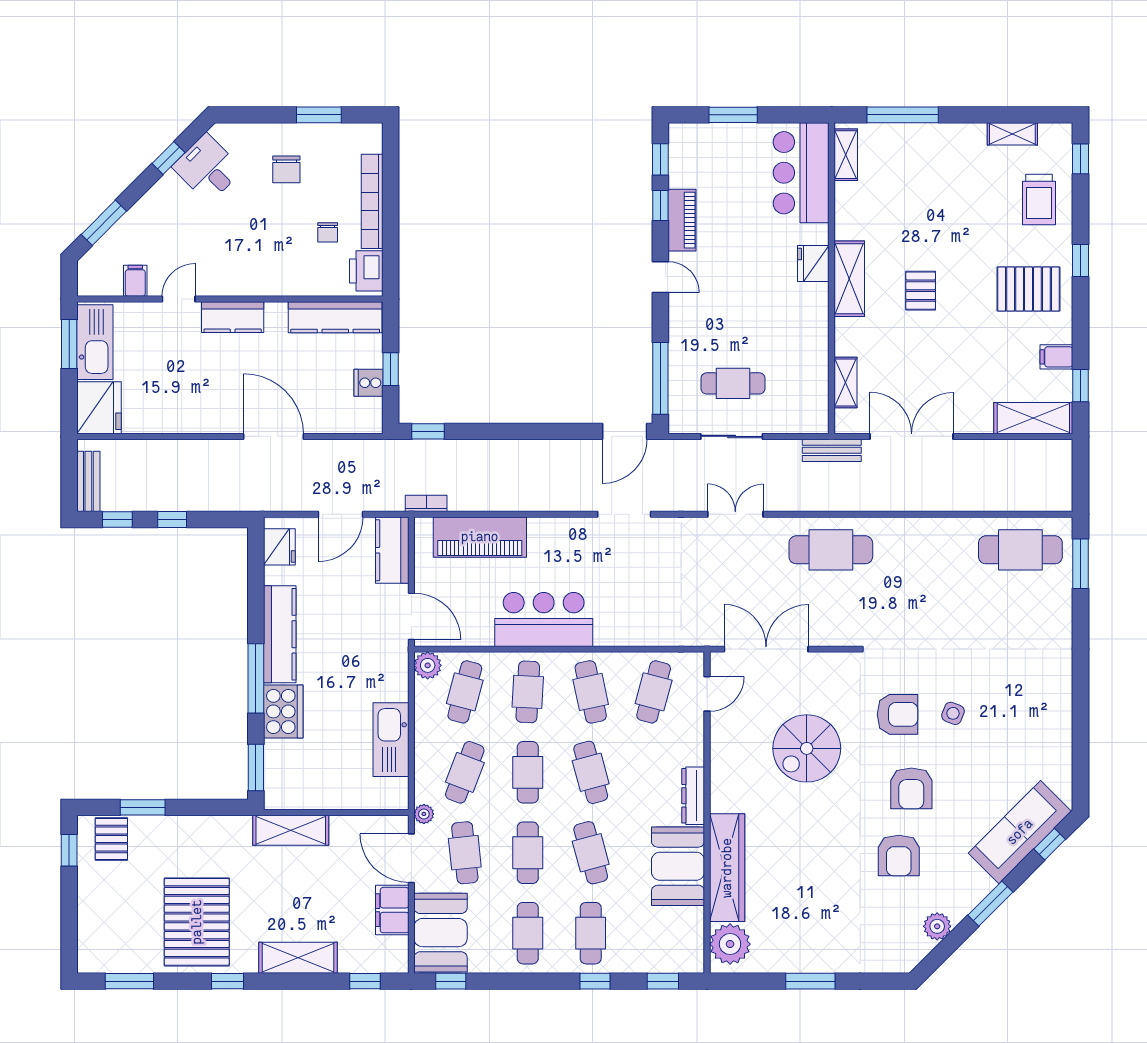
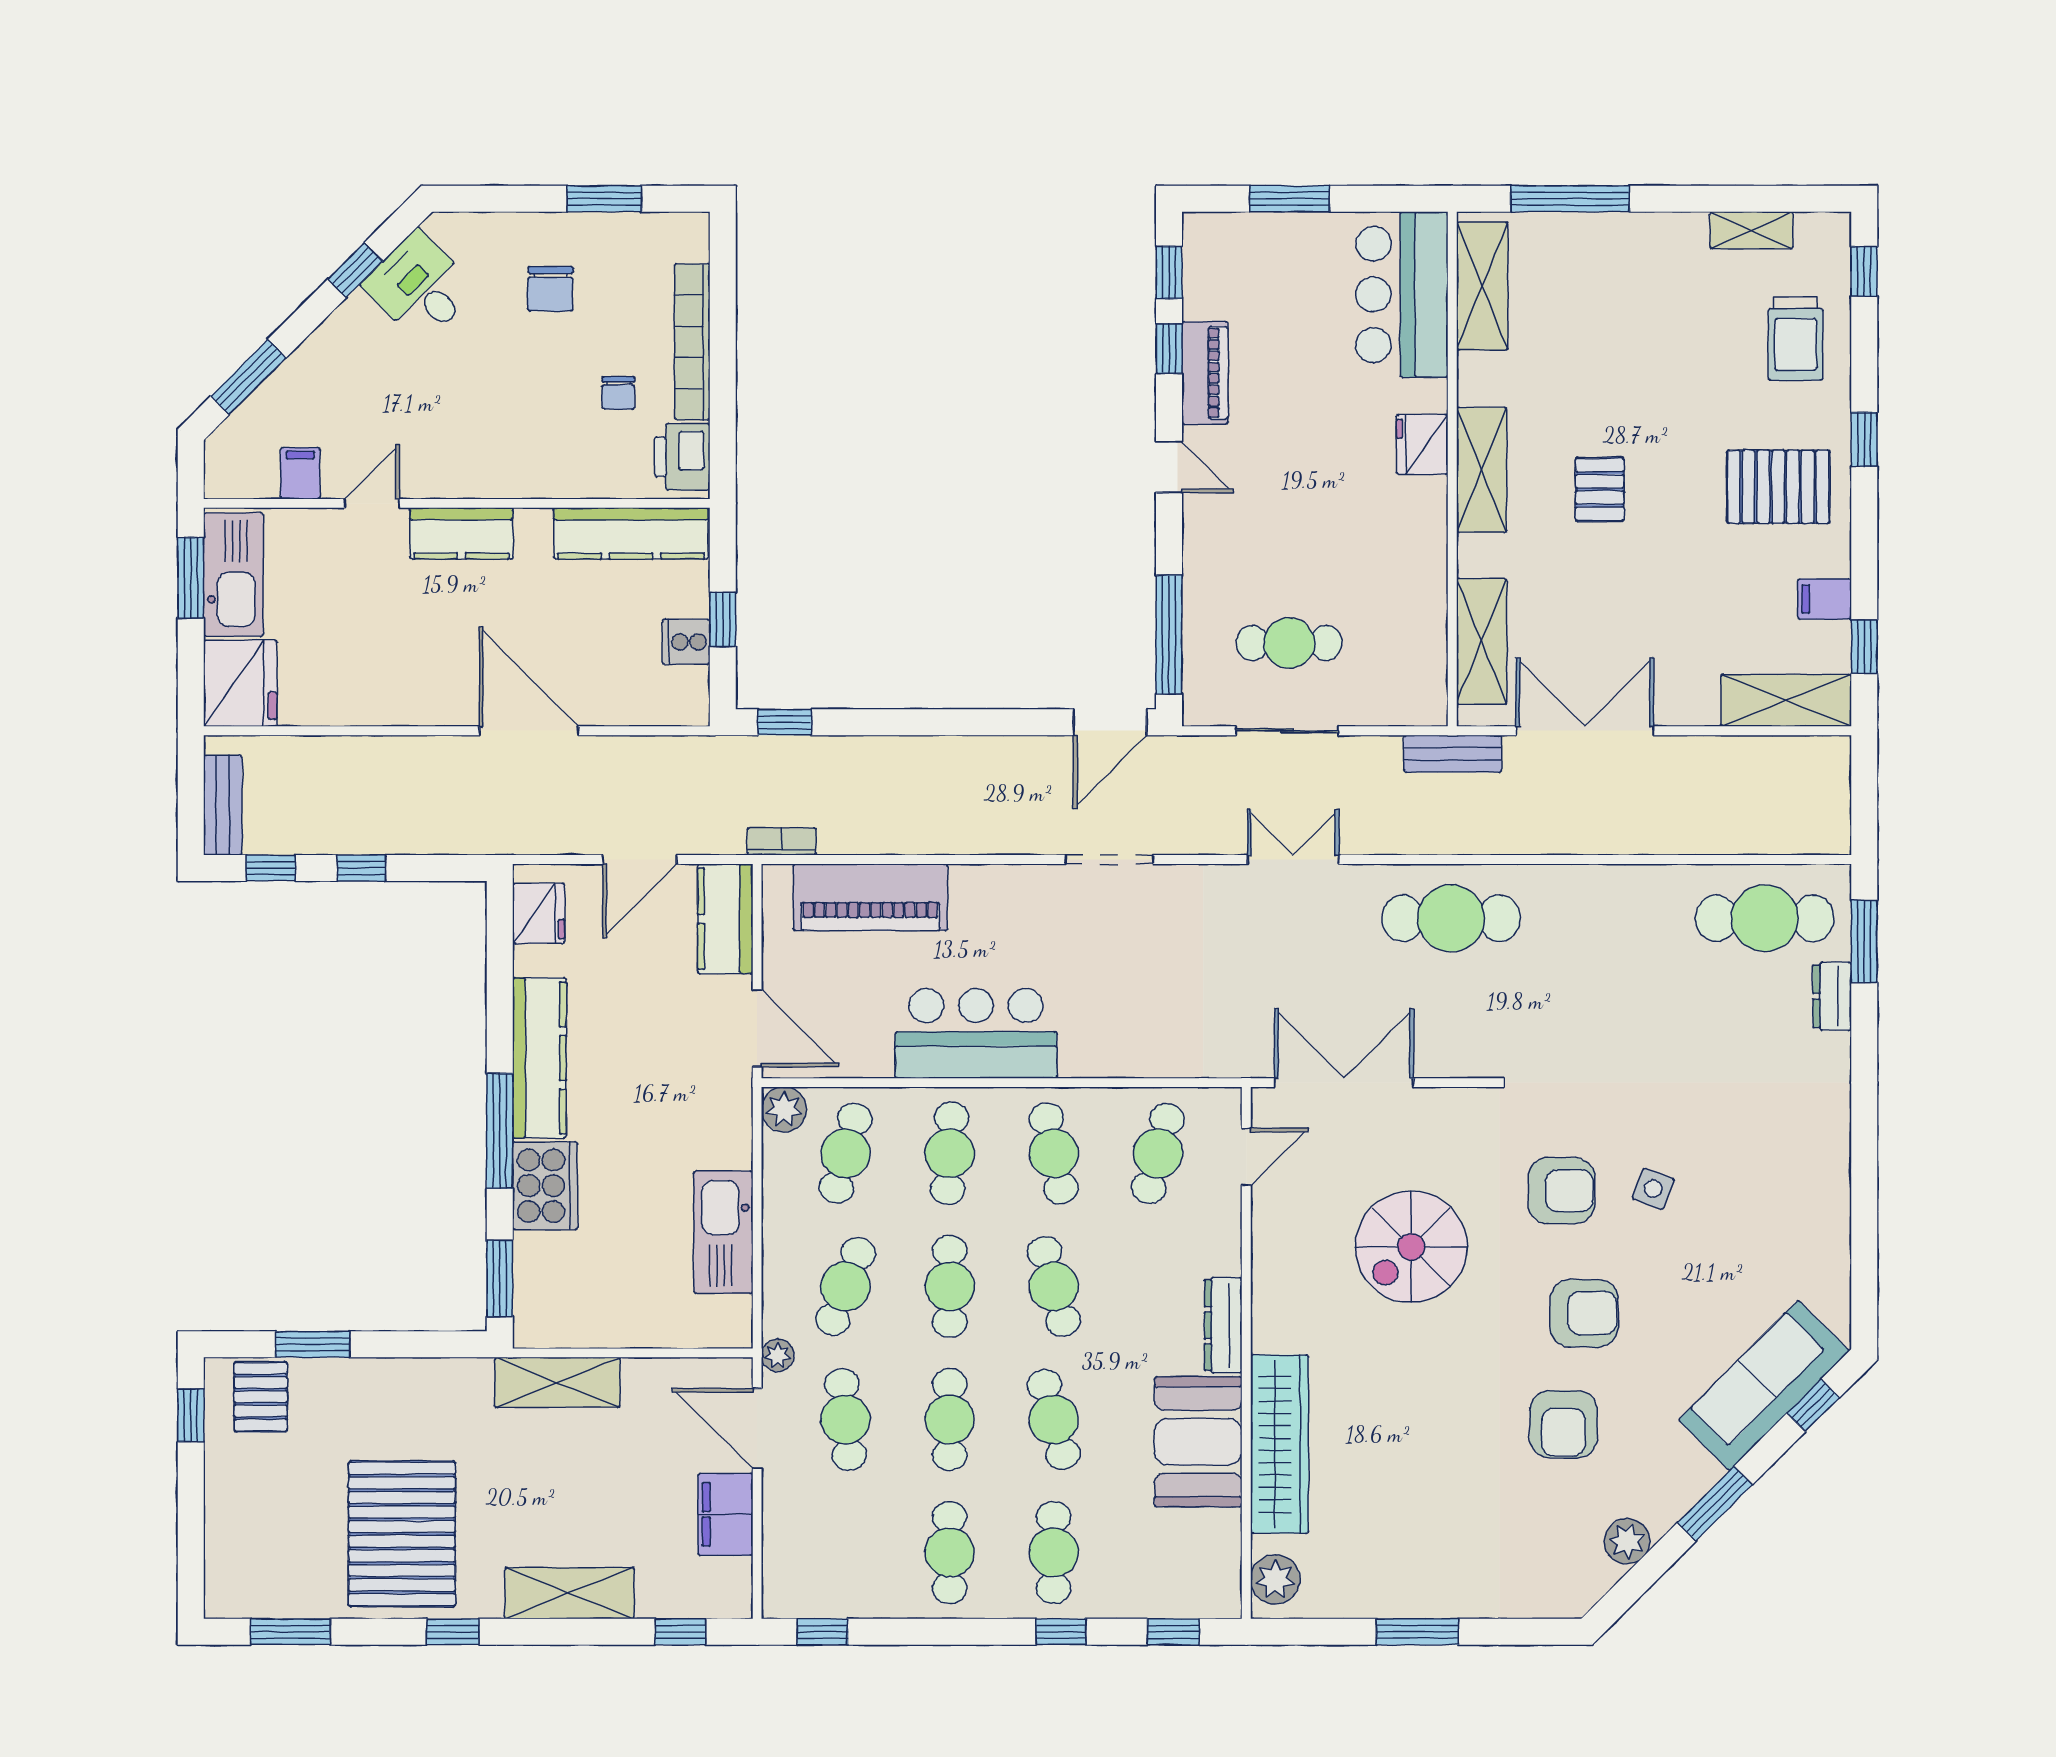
shelving: (846, 155) -> (1482, 286), width x1.50, depth x1.33
shelving: (846, 382) -> (1482, 641), width x1.50, depth x1.33
dresser: (1061, 597) -> (1832, 996), added
armchair: (911, 788) -> (1584, 1313), turned -90
booth: (441, 933) -> (805, 1552), removed
plant: (730, 944) -> (1275, 1579), width x0.73, depth x0.73

